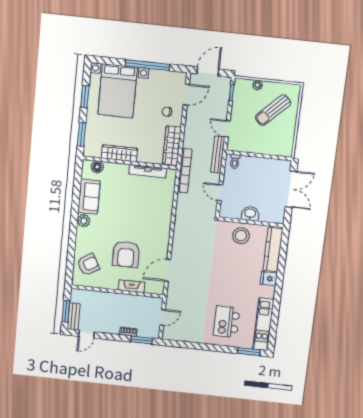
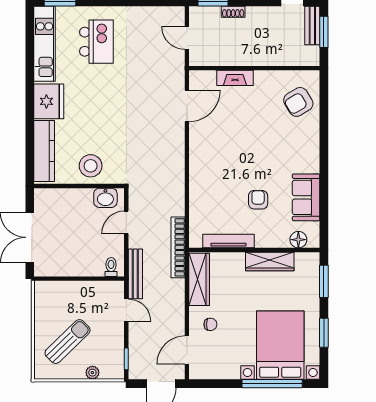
window: (148, 65) -> (272, 384), moved
door: (220, 193) -> (126, 222), swing flipped
washbasin: (250, 214) -> (105, 198), moved
plant: (84, 221) -> (310, 163), removed
armchair: (126, 254) -> (258, 200), moved, width x0.53, depth x0.53
fridge: (269, 279) -> (49, 101), width x1.88, depth x1.34
door: (163, 317) -> (187, 38), hinge flipped

